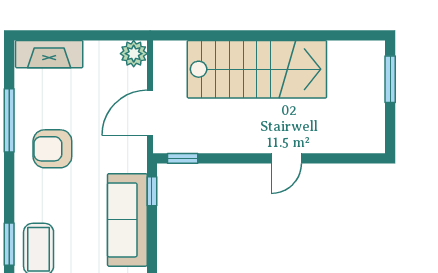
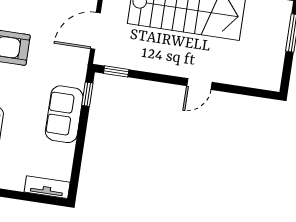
sofa: (127, 220) -> (64, 114), width x0.73

